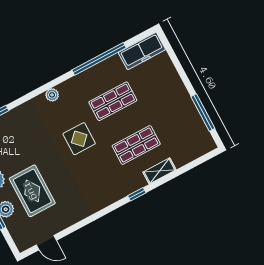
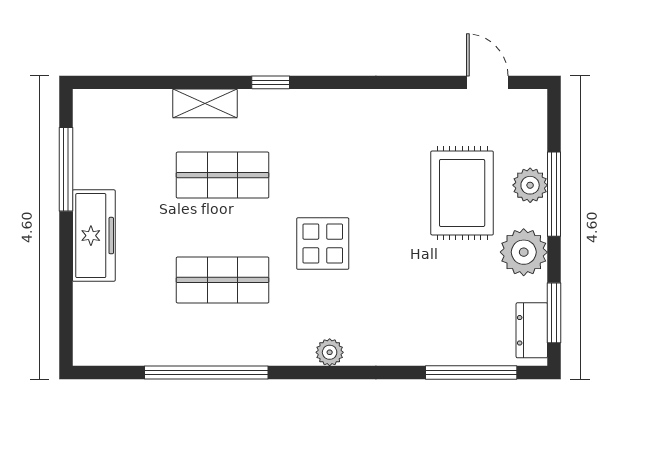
freezer: (142, 51) -> (94, 236), moved, turned 90

